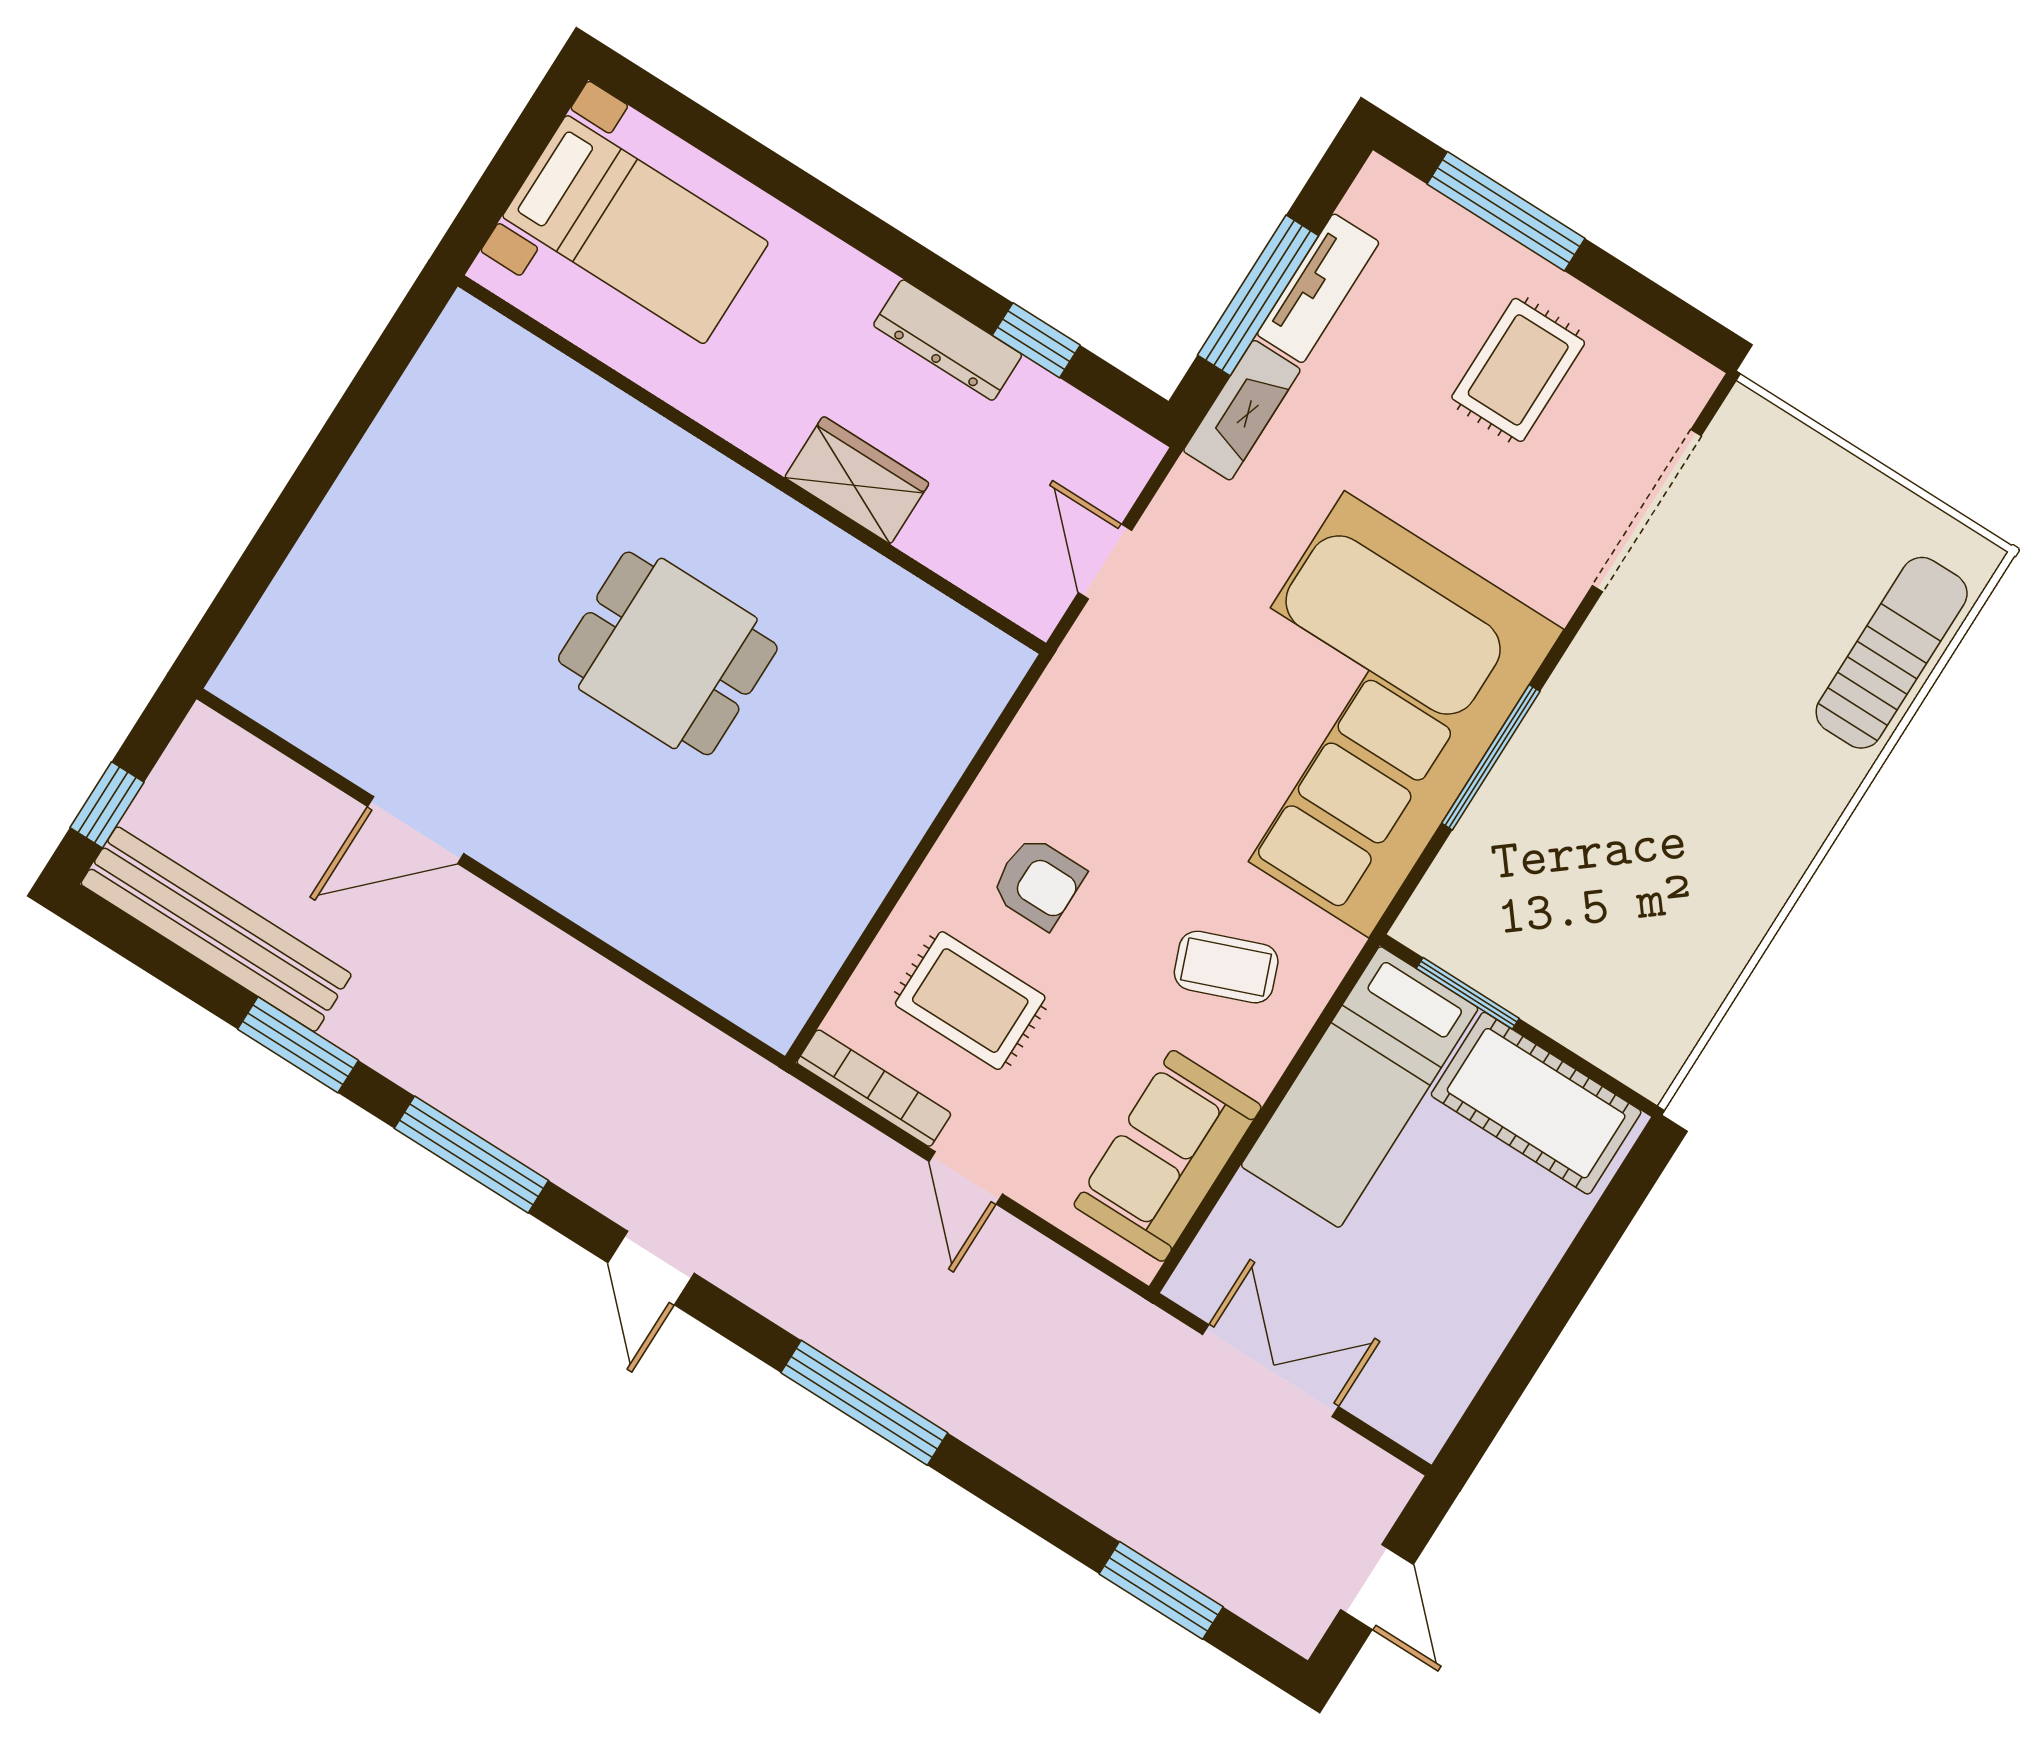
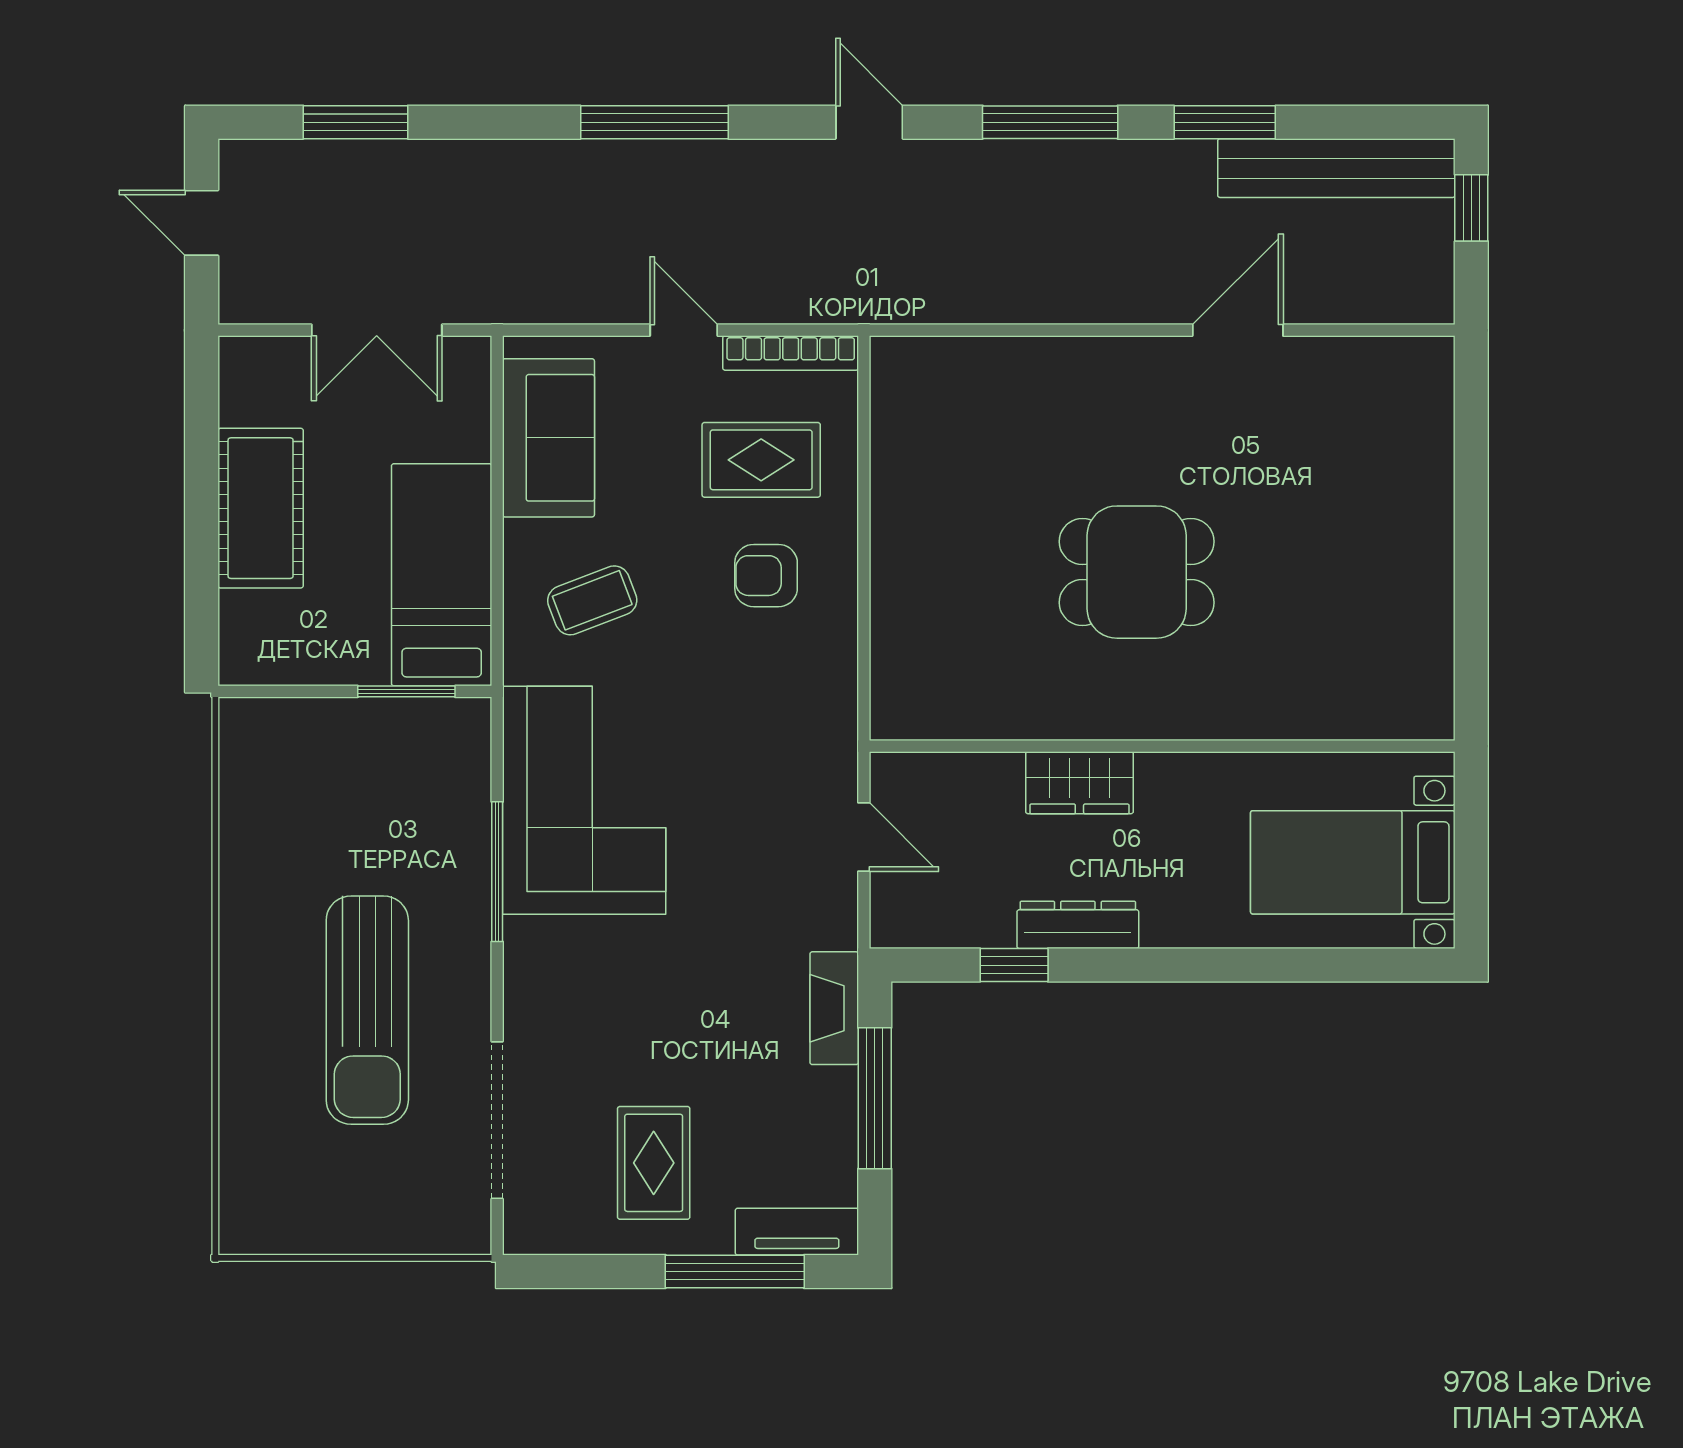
tv unit: (1318, 288) -> (797, 1232), moved, turned 90
sun lounger: (1892, 653) -> (367, 1010), moved, width x1.36, depth x1.34
corner sofa: (1357, 714) -> (584, 800), width x0.73, depth x0.74
cot: (1536, 1103) -> (261, 508), moved, turned 90

